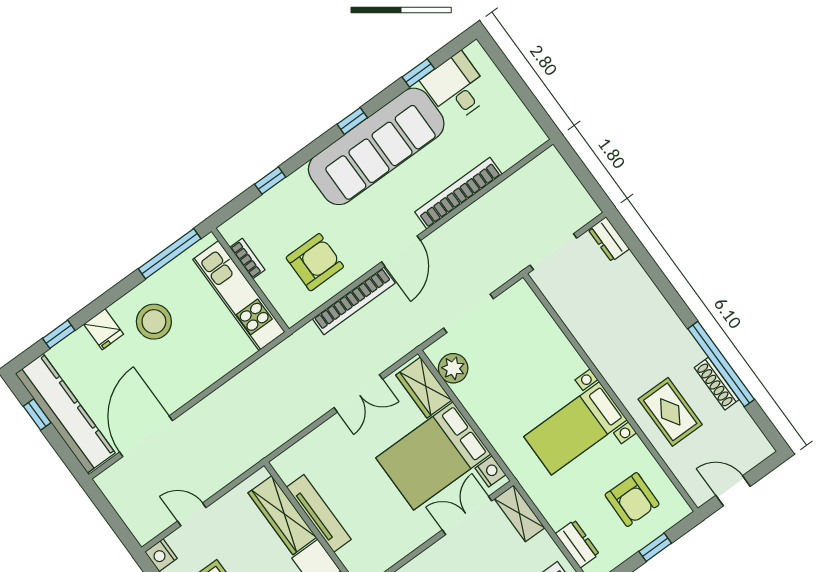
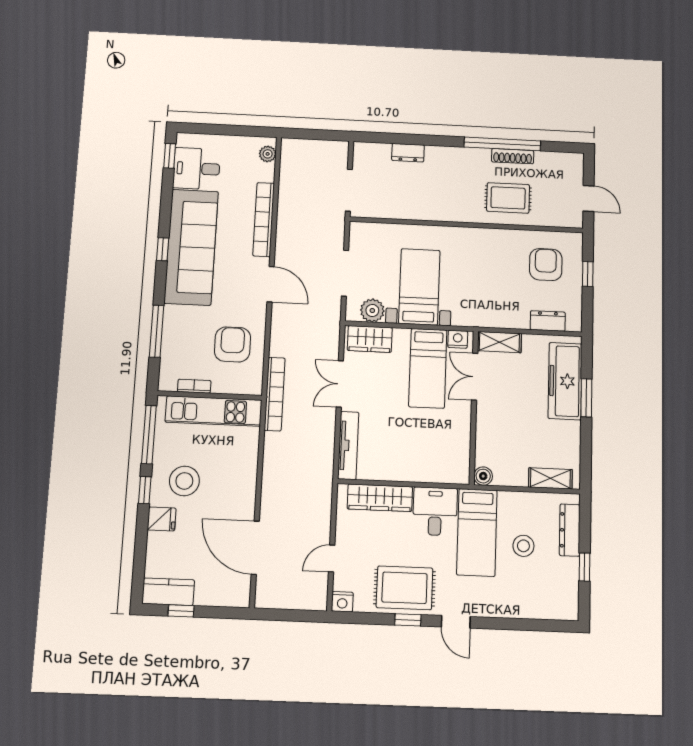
window: (418, 73) -> (170, 156), moved
plant: (526, 144) -> (268, 154), added
window: (270, 181) -> (157, 331), width x2.17
dresser: (609, 239) -> (408, 153), moved
bookcase: (354, 301) -> (275, 394), moved
window: (59, 334) -> (145, 490), moved
double door: (358, 393) -> (340, 384), swing flipped
kitchen counter: (65, 413) -> (168, 592), width x0.48, depth x0.86
bed with nightstands: (575, 428) -> (419, 287), moved, turned 180
bed: (433, 456) -> (428, 368), width x0.67
door: (733, 491) -> (589, 198), swing flipped
armchair: (632, 500) -> (546, 265), turned -91
tv unit: (319, 513) -> (348, 445), moved, turned 90

